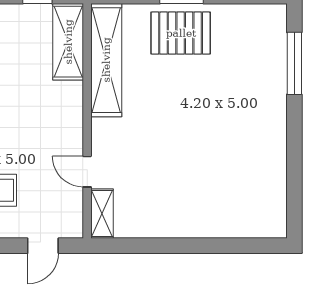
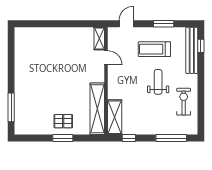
pallet: (181, 33) -> (63, 121), width x0.67, depth x0.71

